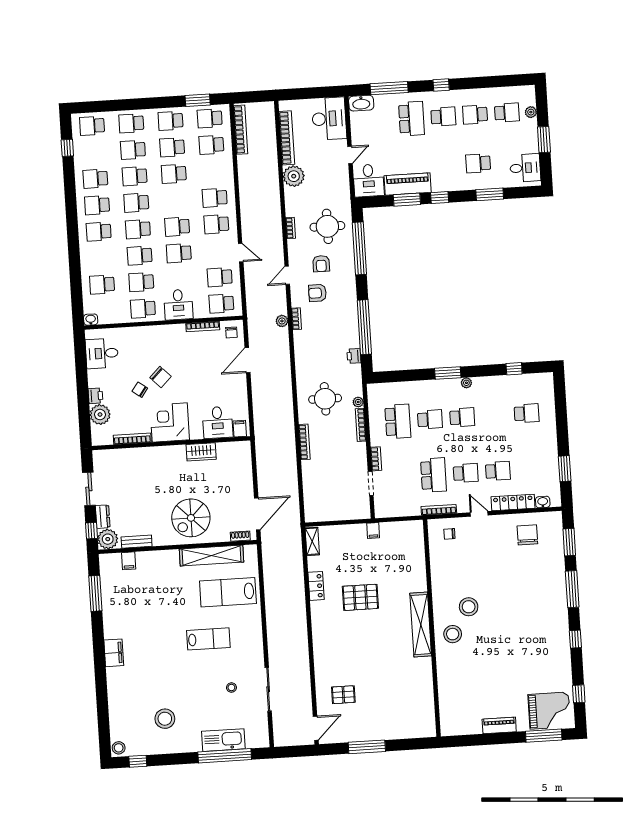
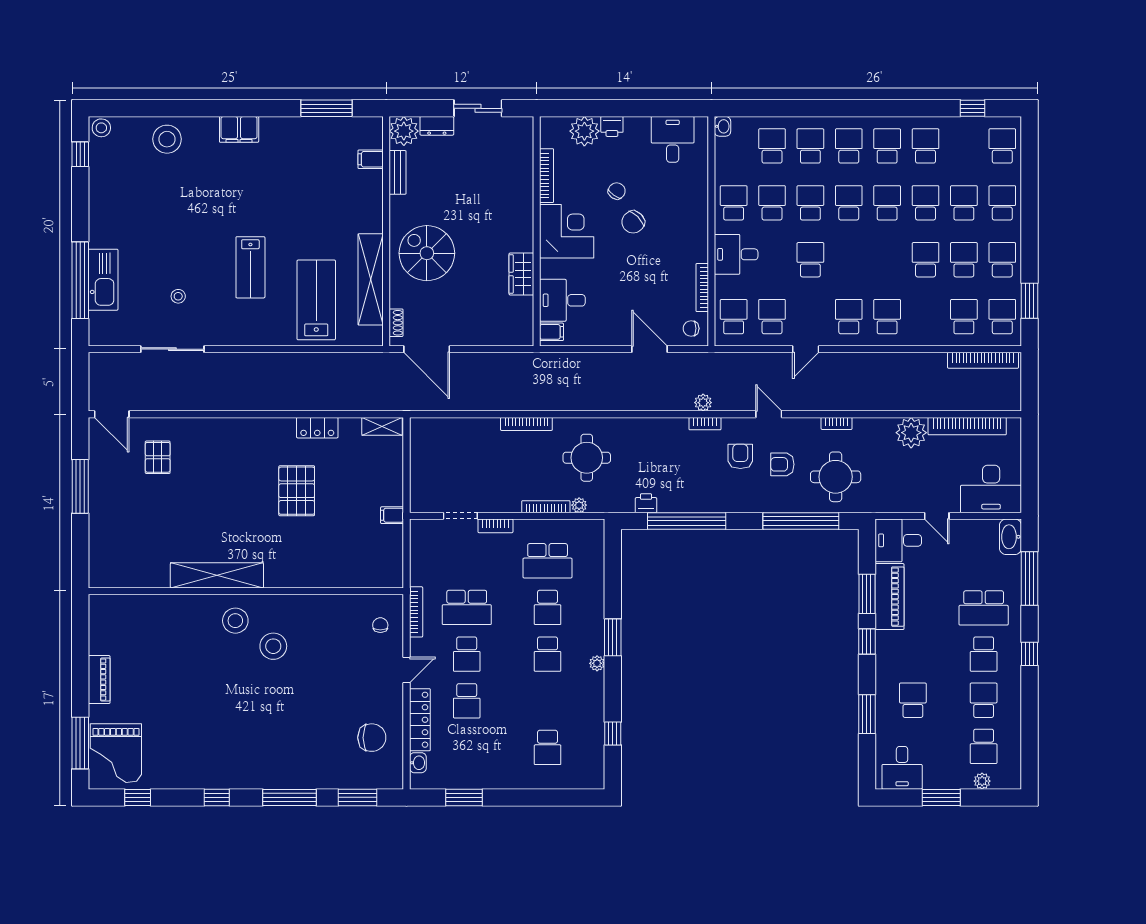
school desk: (177, 227) -> (810, 146), moved
window: (91, 531) -> (418, 108), removed
shelving: (421, 625) -> (217, 575), moved
stool: (165, 719) -> (167, 139), moved

